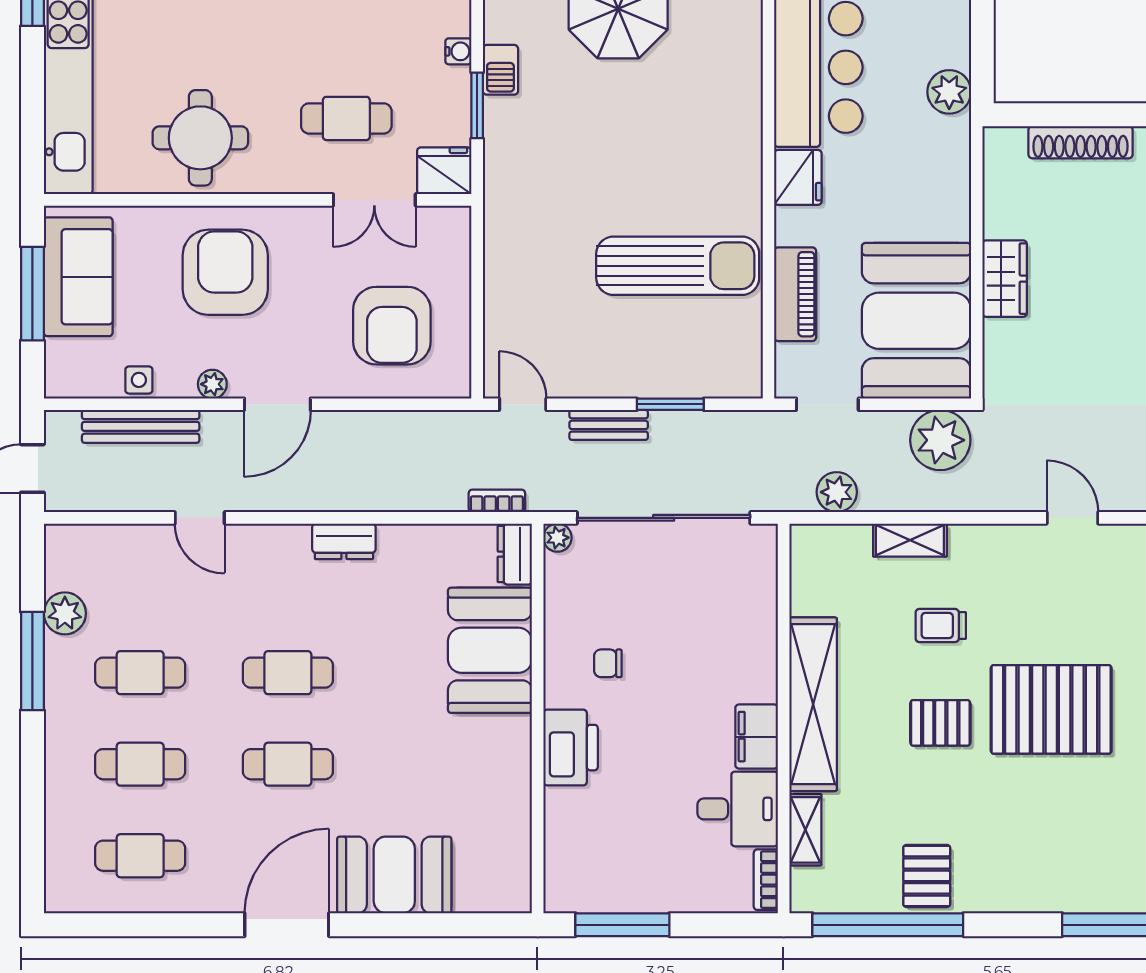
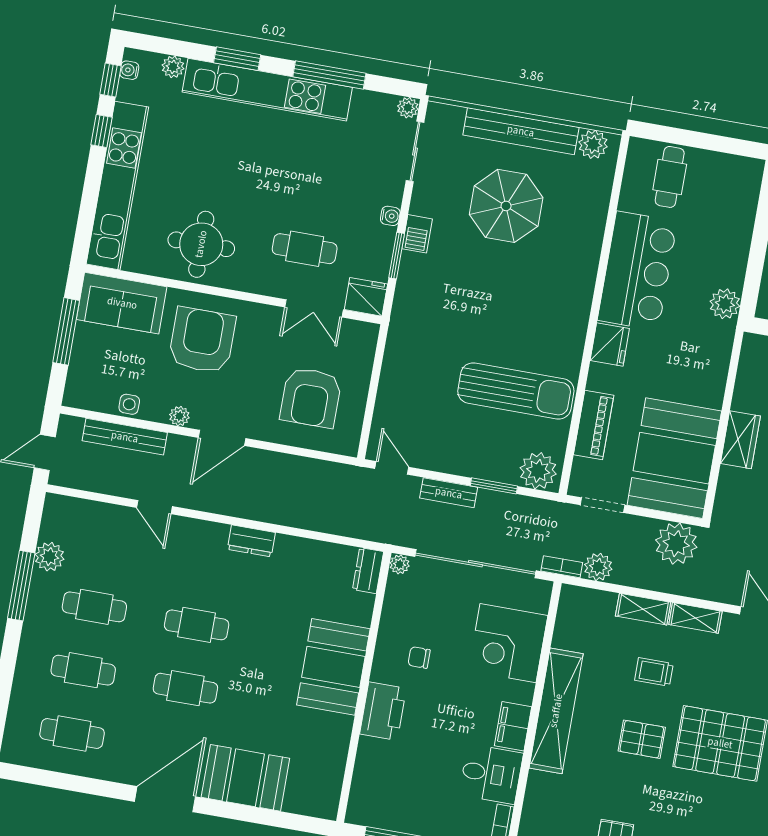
sofa: (78, 277) -> (122, 303), moved, turned 90
plant: (729, 372) -> (538, 471), added
bookcase: (497, 501) -> (562, 567), moved
corner desk: (729, 621) -> (508, 643), added
booth: (490, 650) -> (333, 667), moved
shelving: (805, 830) -> (695, 618), moved, turned 90

